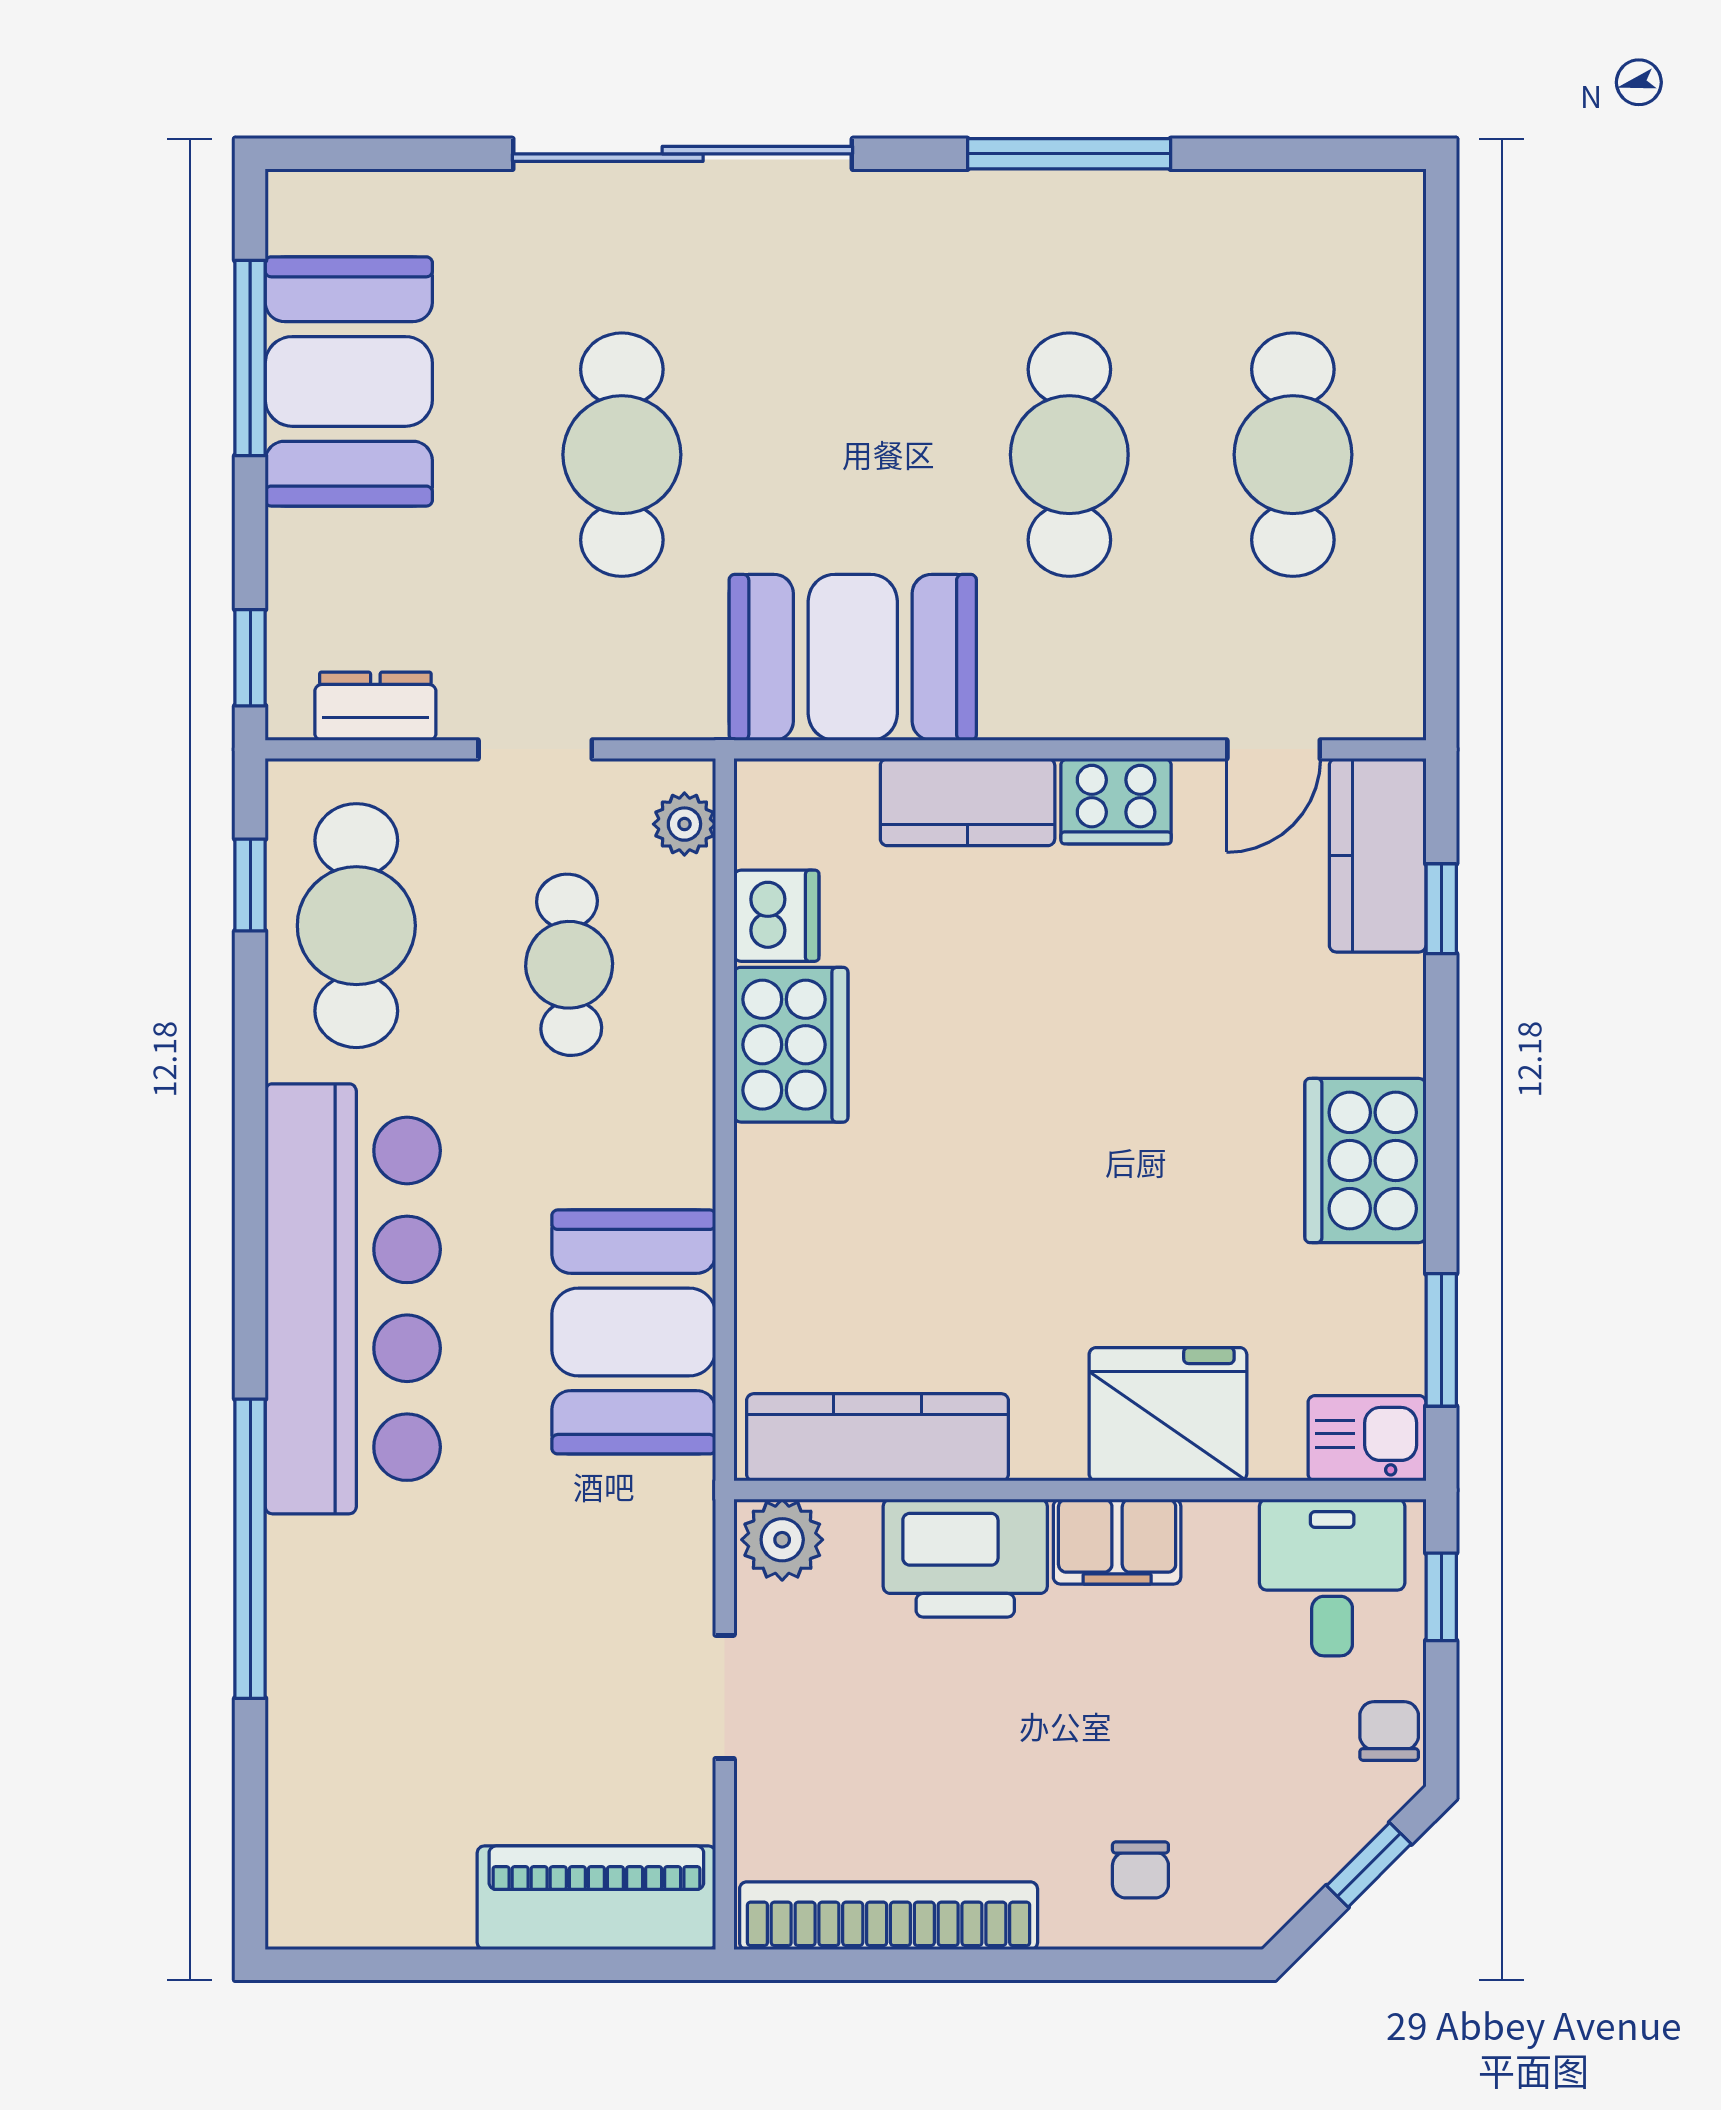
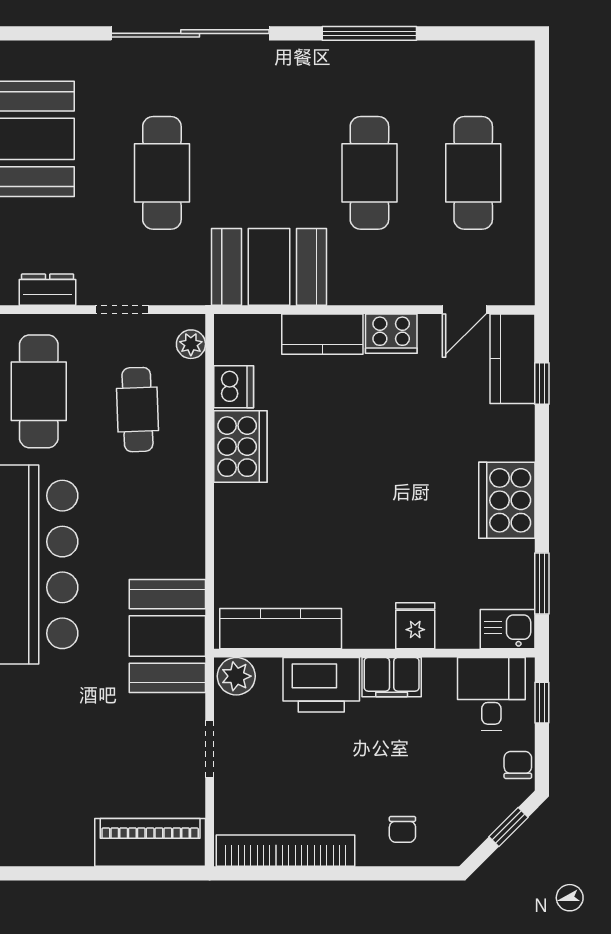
booth: (634, 1332) -> (167, 636), moved
fridge: (1168, 1414) -> (415, 626), width x0.53, depth x0.75

